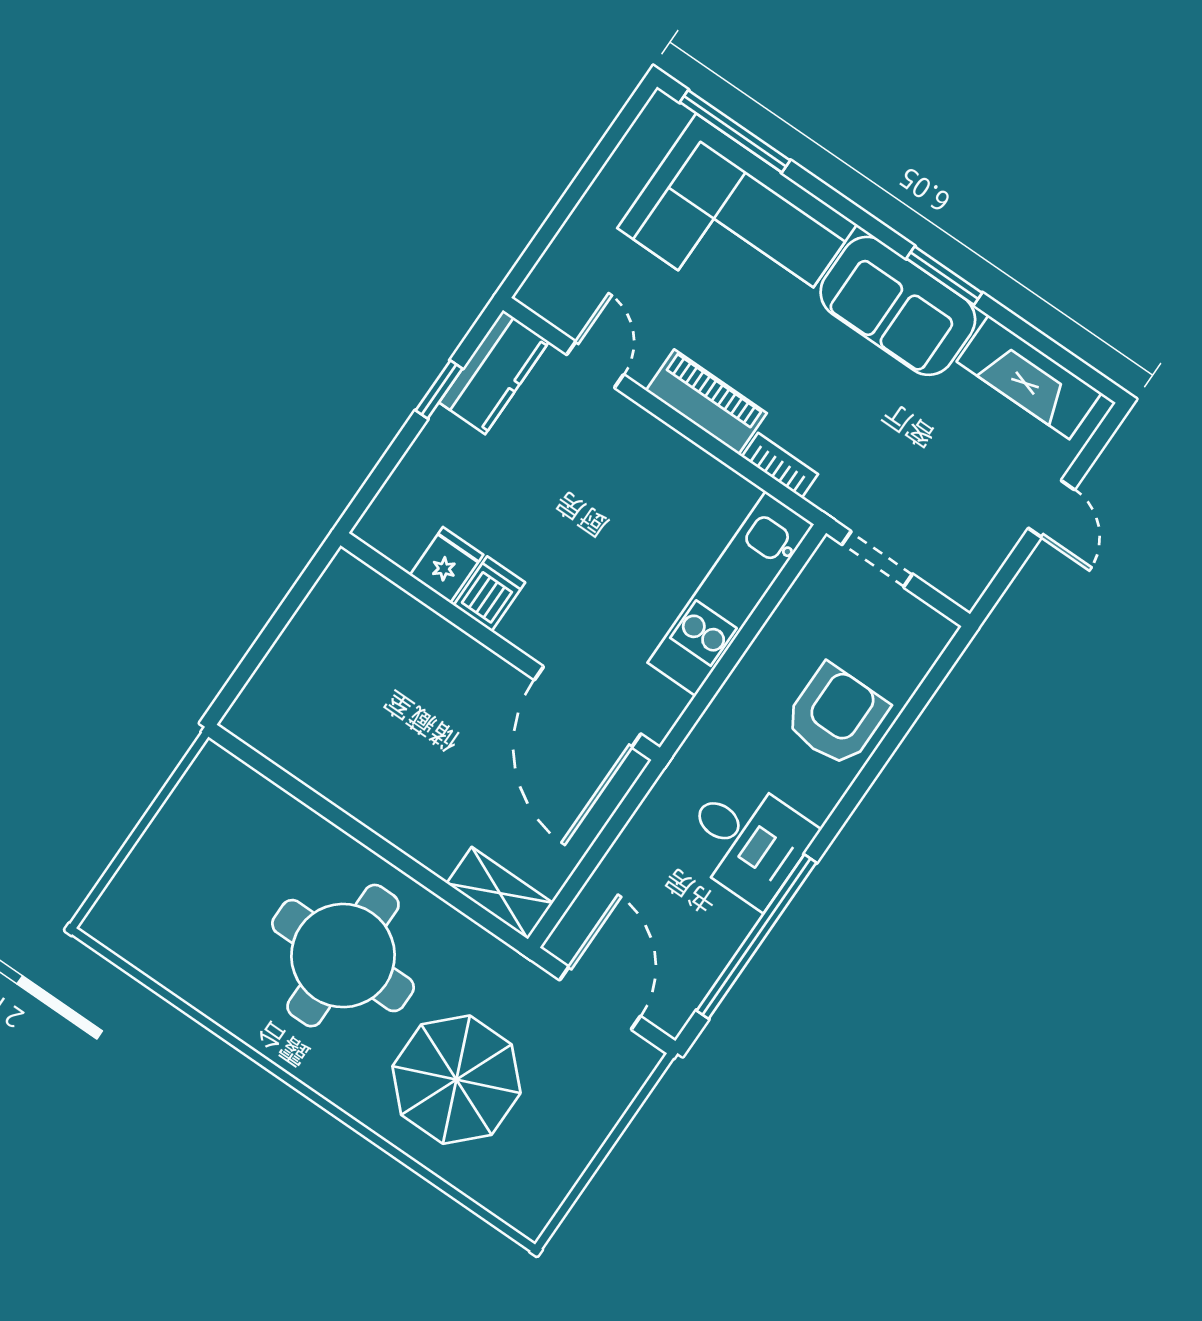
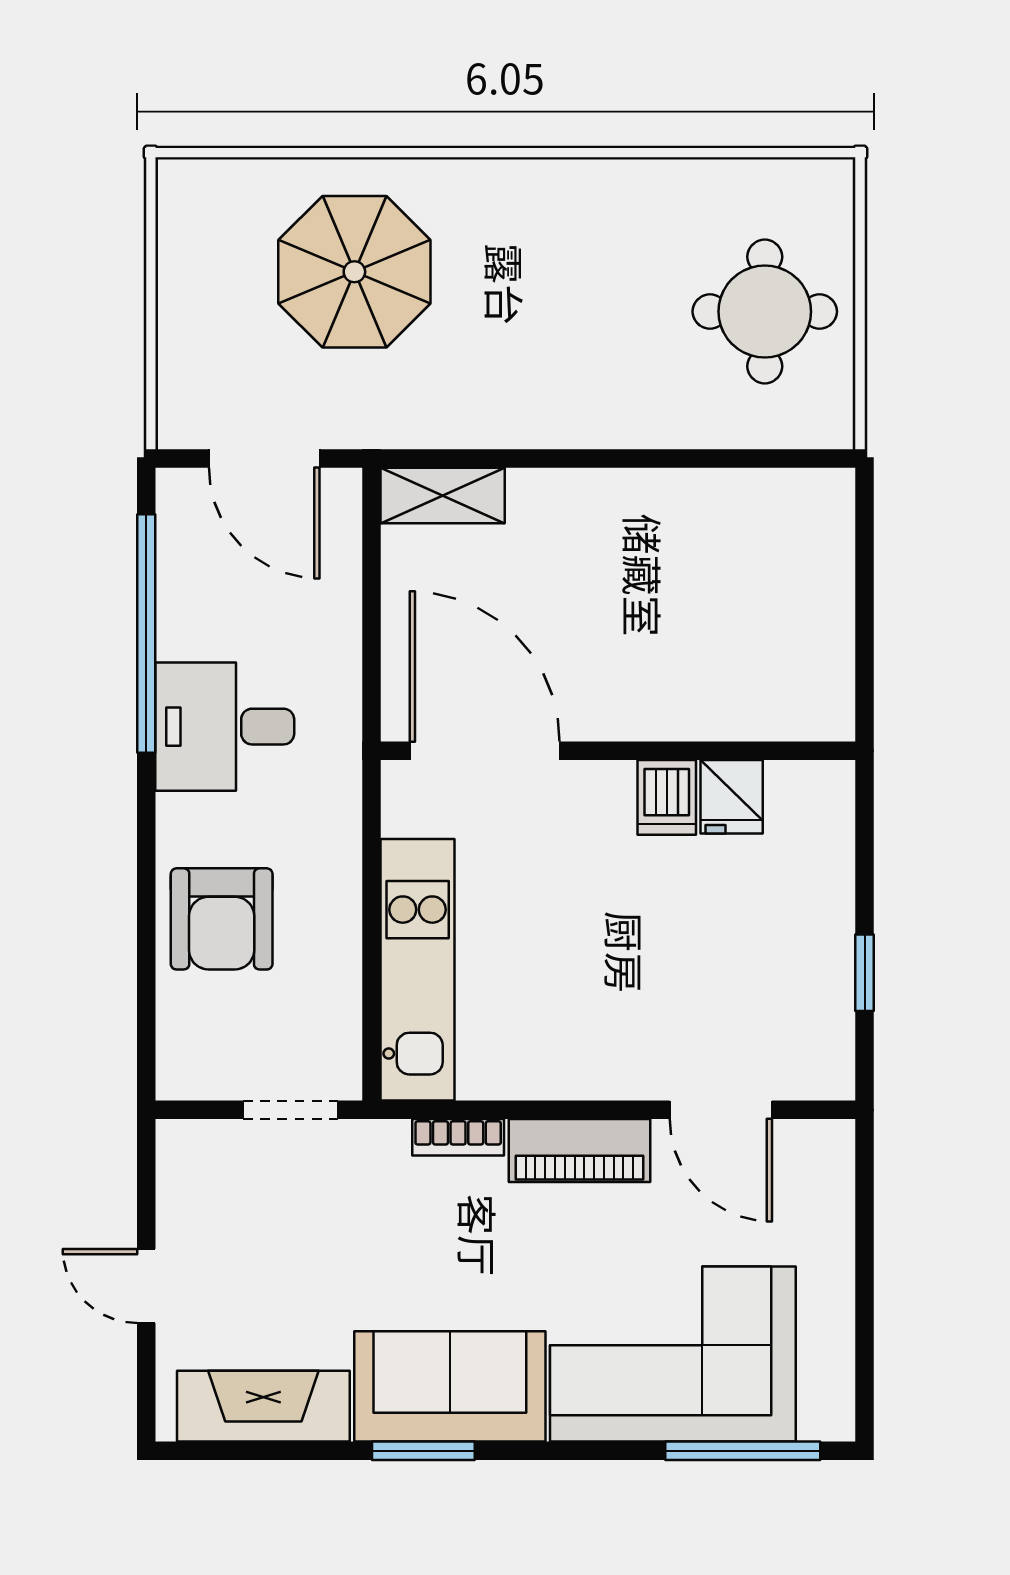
door: (595, 365) -> (721, 1110), width x1.38
kitchen counter: (494, 372) -> (820, 1030), removed
round table: (343, 956) -> (765, 312), moved, width x0.73, depth x0.73

